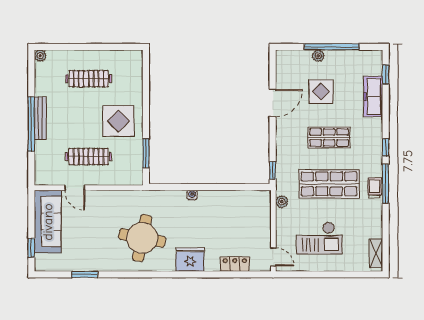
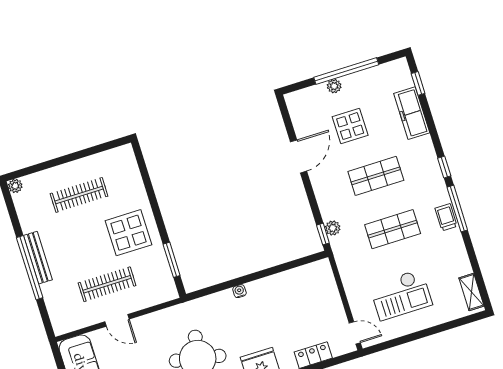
shop shelf: (329, 184) -> (393, 229), width x0.70, depth x0.74
door: (75, 188) -> (117, 320), moved
plant: (282, 202) -> (333, 228), moved

